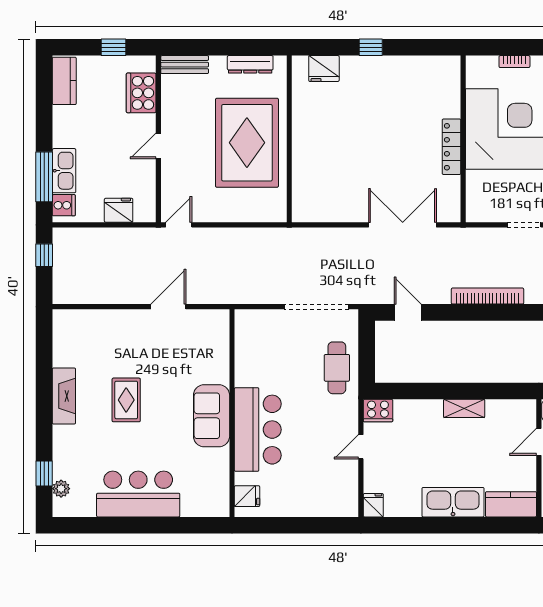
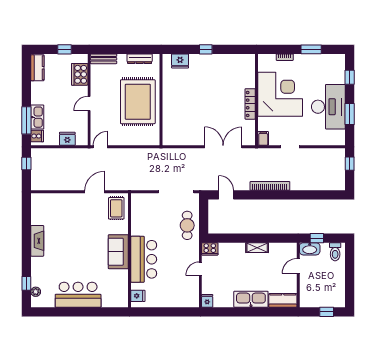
filing cabinet: (475, 210) -> (263, 138), added
rug: (126, 400) -> (116, 208), moved

